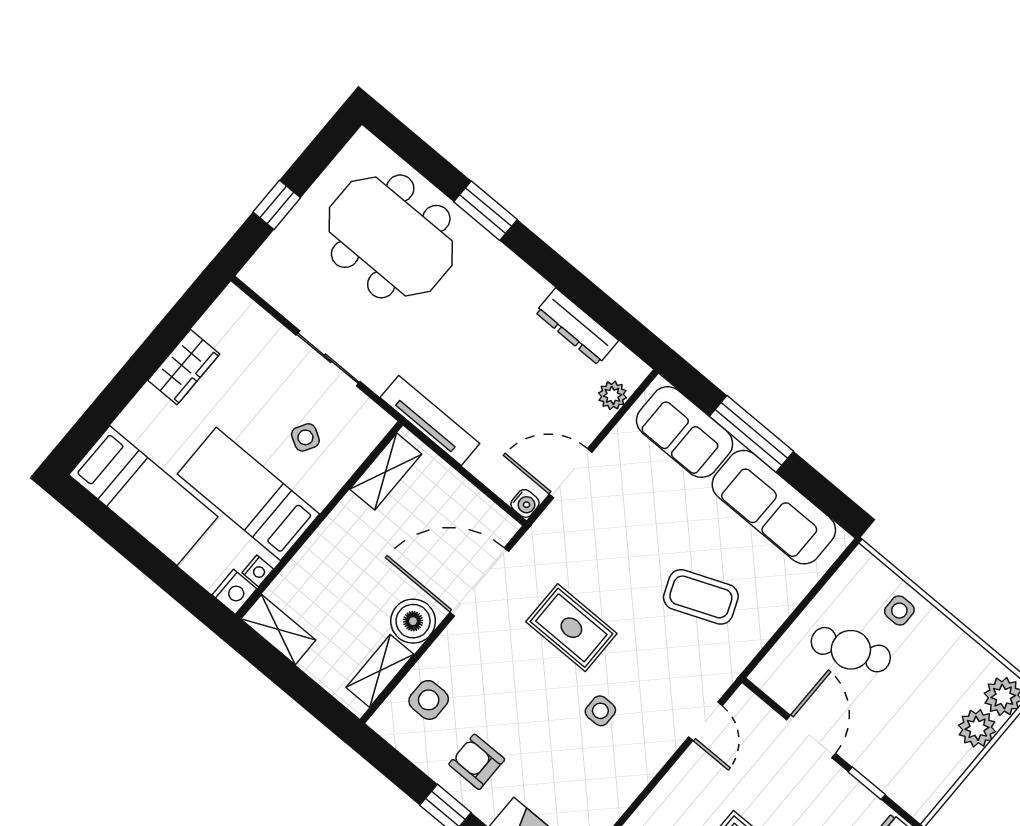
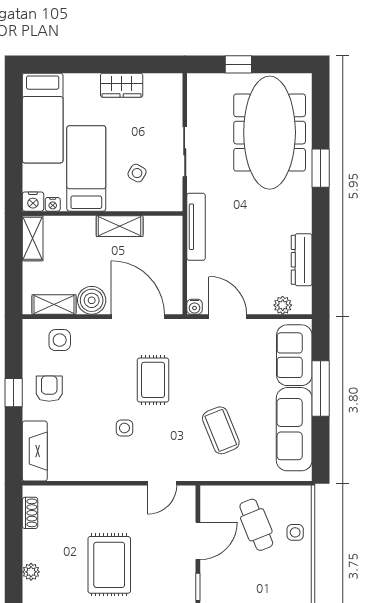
meeting table: (391, 236) -> (270, 133), width x1.36
shelving: (386, 472) -> (120, 226), moved

